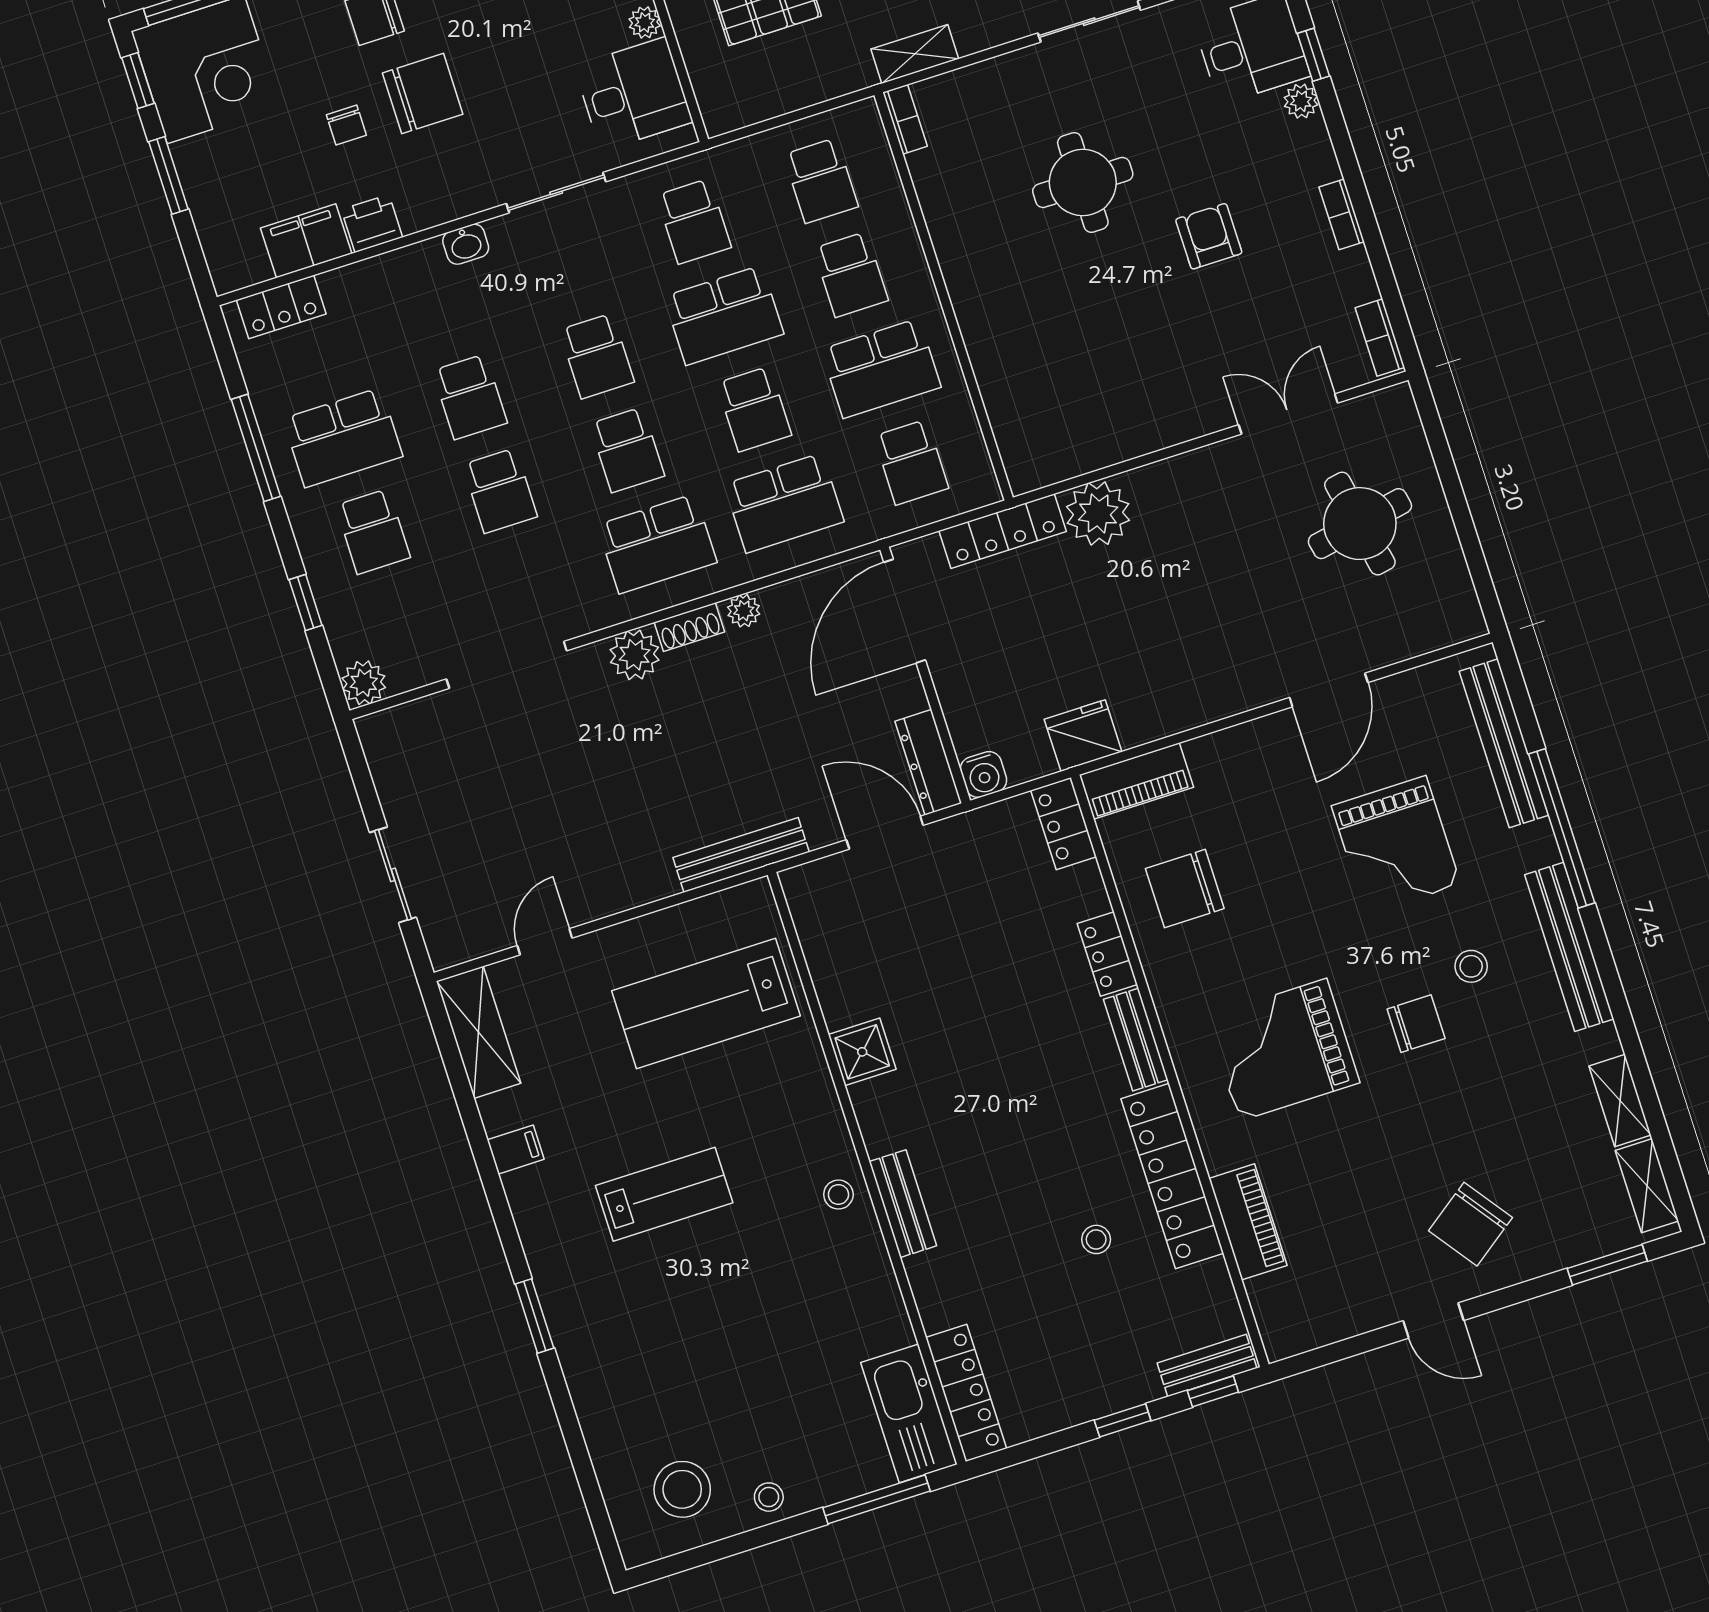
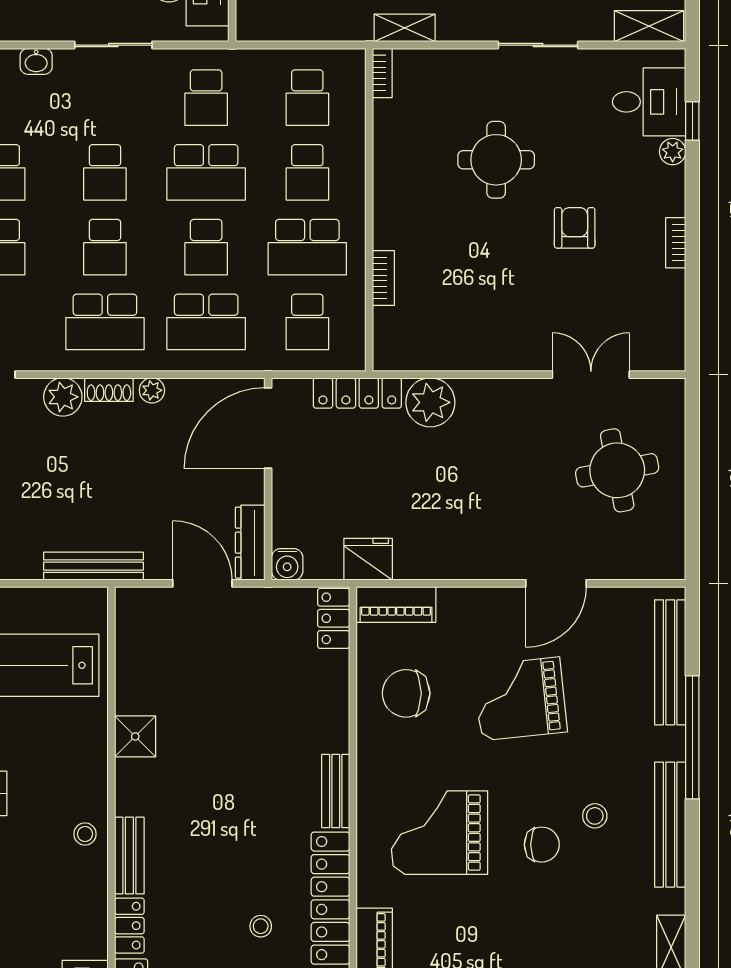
bookcase: (1380, 338) -> (383, 278), moved, turned 180
grand piano: (1396, 845) -> (520, 699), moved, turned 84
locker: (1107, 954) -> (129, 926), moved, turned 180

